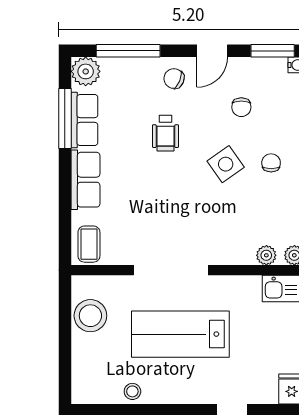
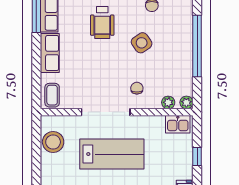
wheelchair: (165, 133) -> (102, 23), width x1.36, depth x1.37
chair: (271, 163) -> (137, 88), moved
lab bench: (180, 334) -> (112, 154), turned 180

